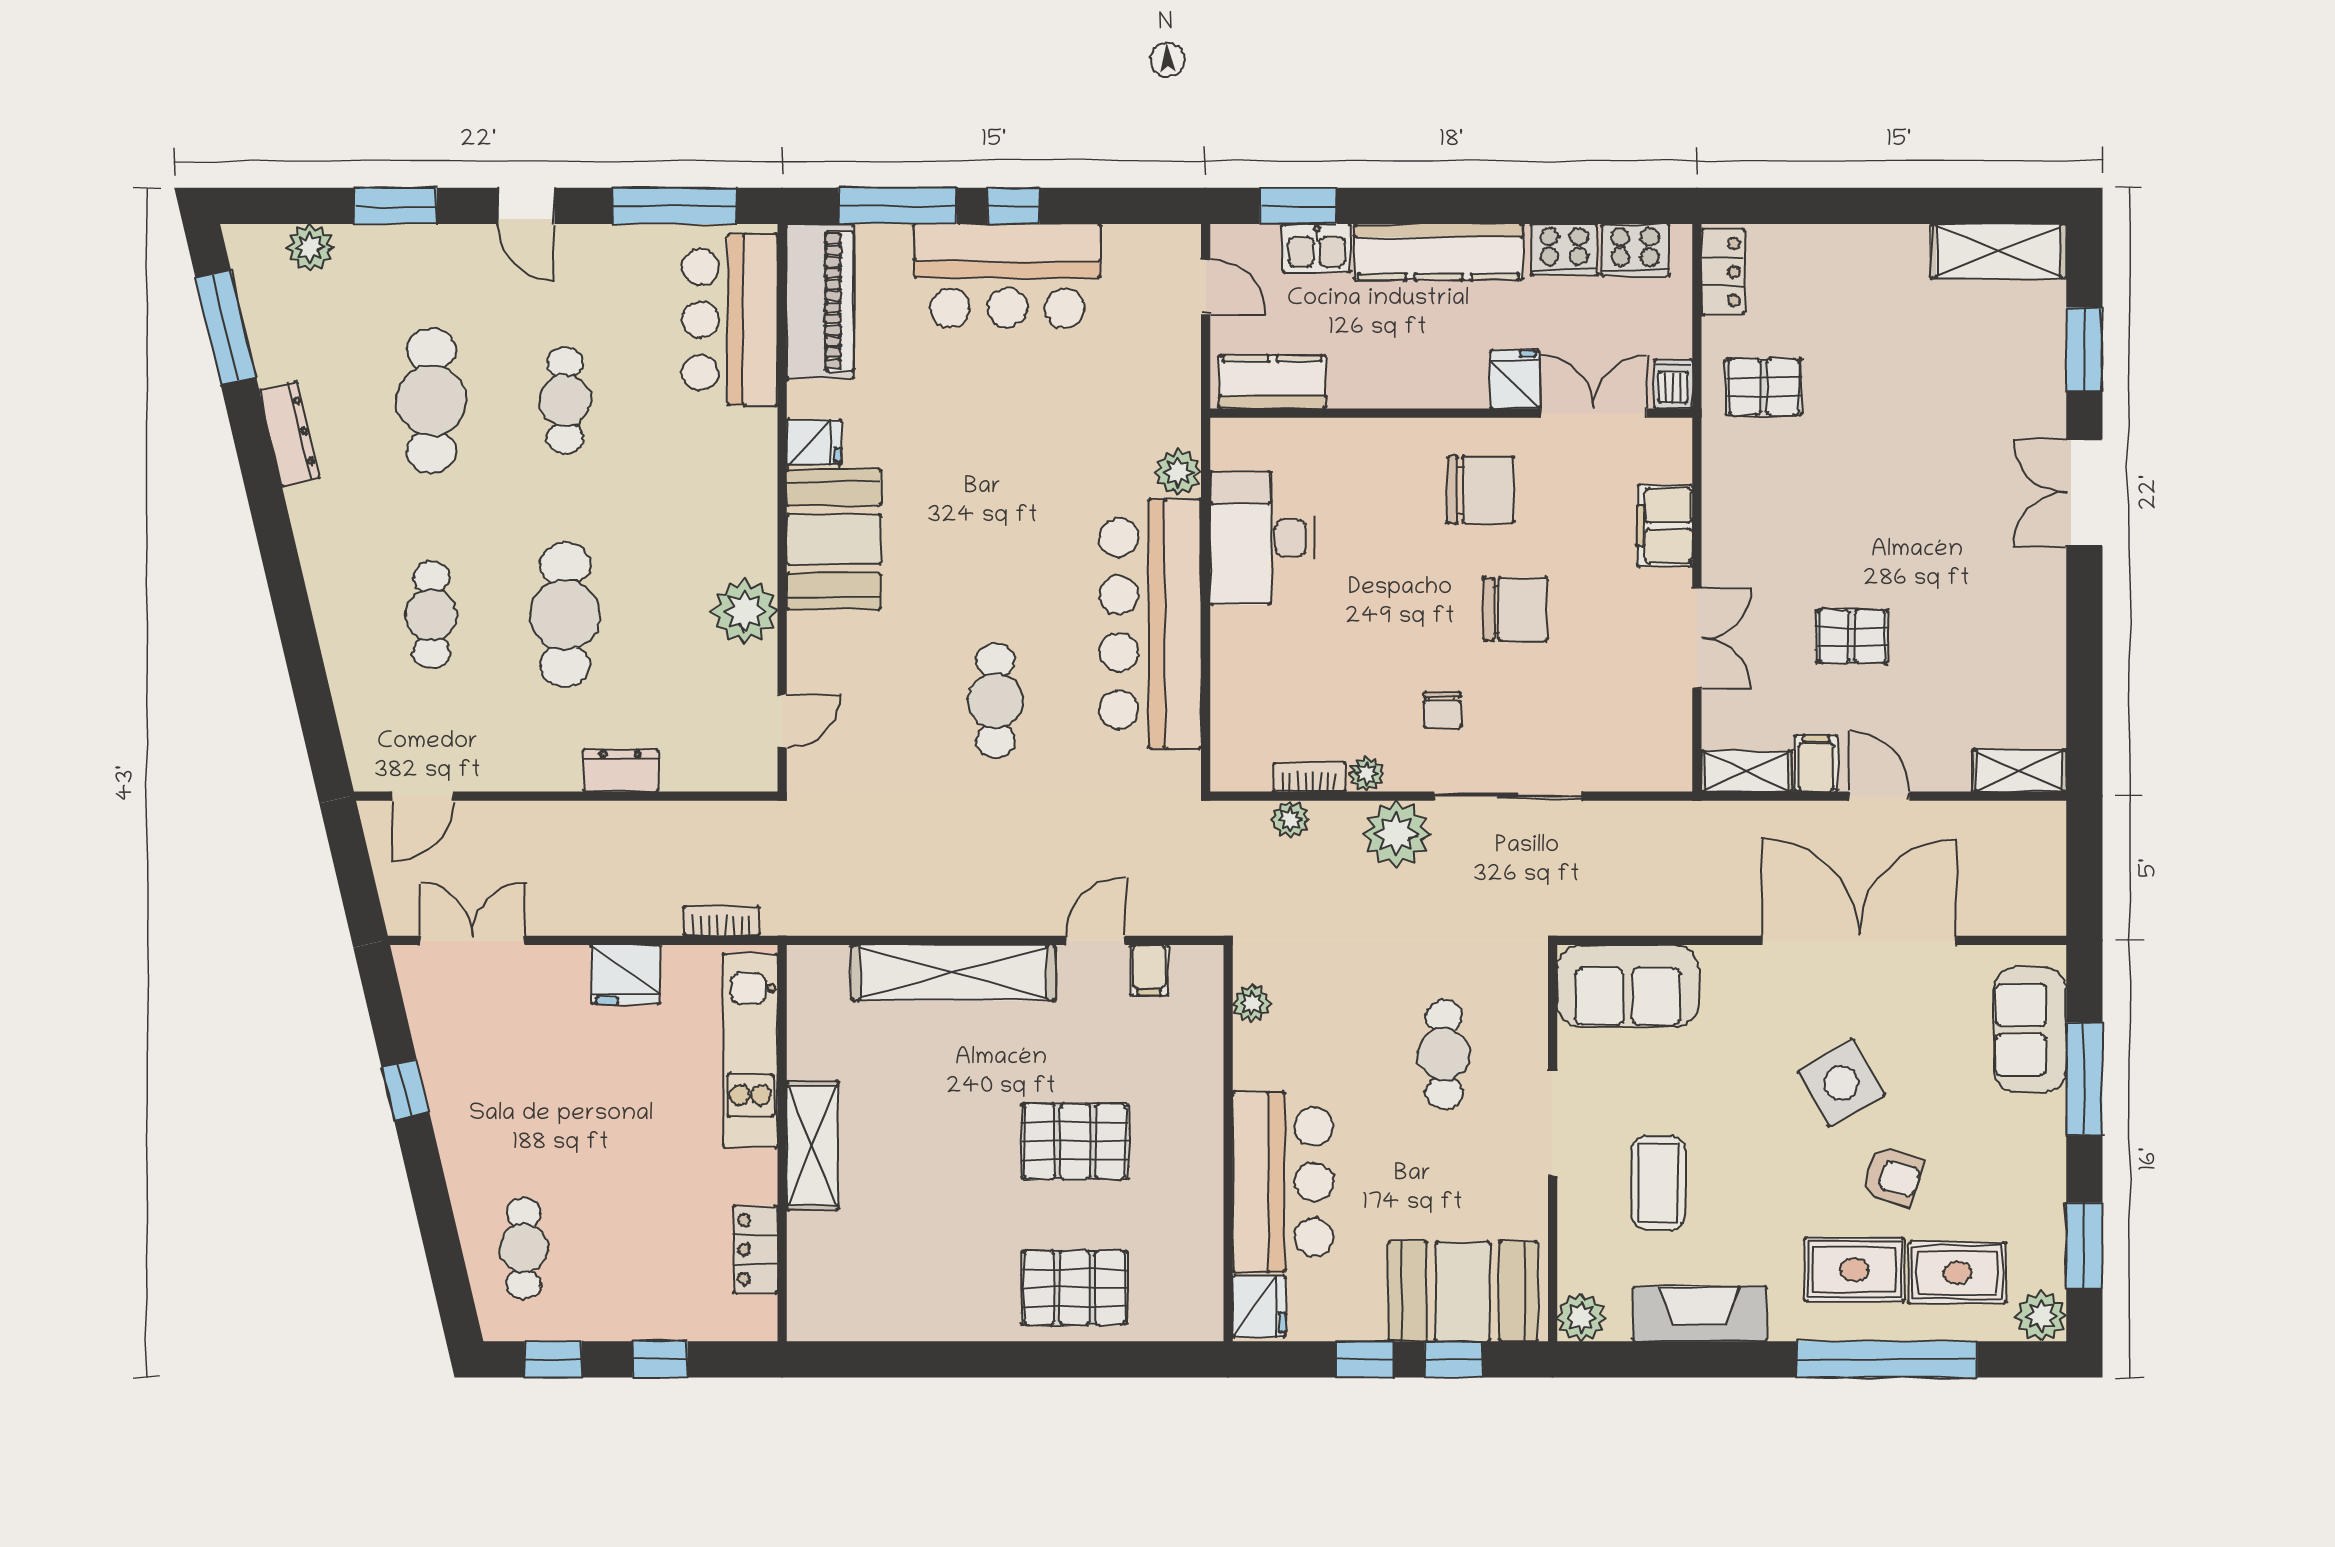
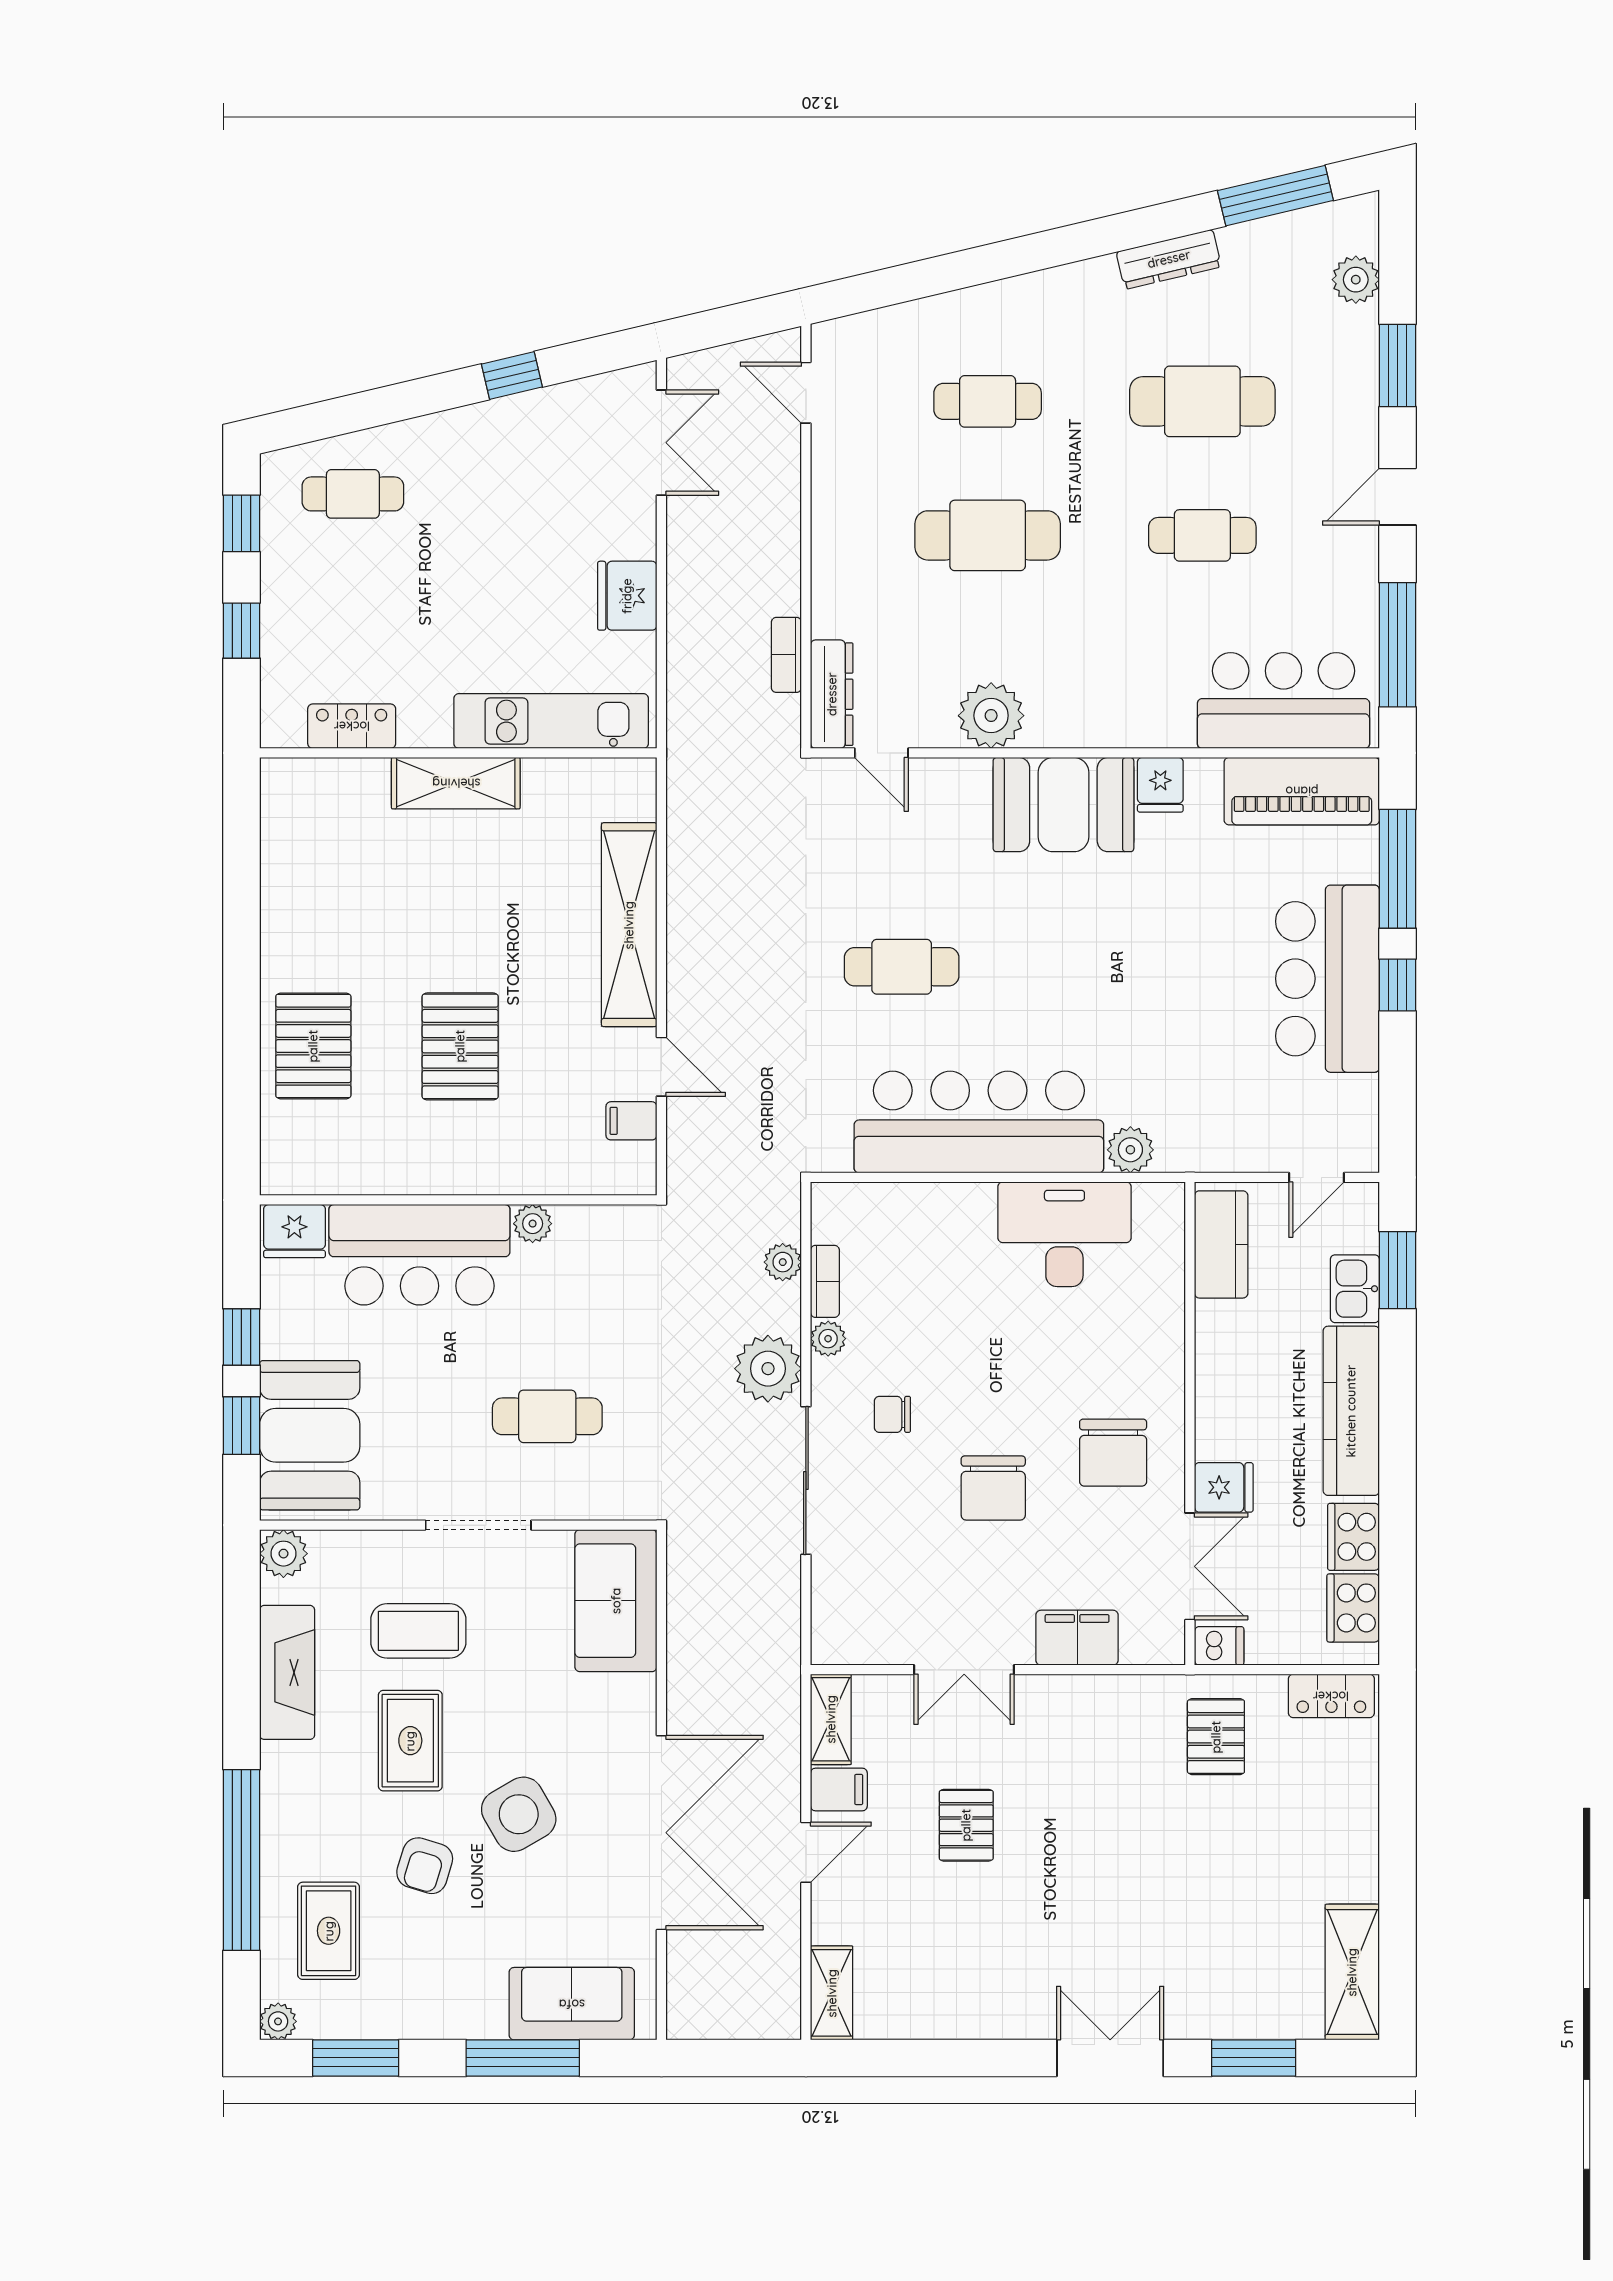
dresser: (621, 770) -> (832, 694), moved, width x1.44
bookcase: (721, 921) -> (786, 655), moved, turned 180
plant: (1252, 1003) -> (533, 1224), moved
rug: (1854, 1270) -> (410, 1741), moved
plant: (2041, 1316) -> (278, 2021), width x0.73, depth x0.73

